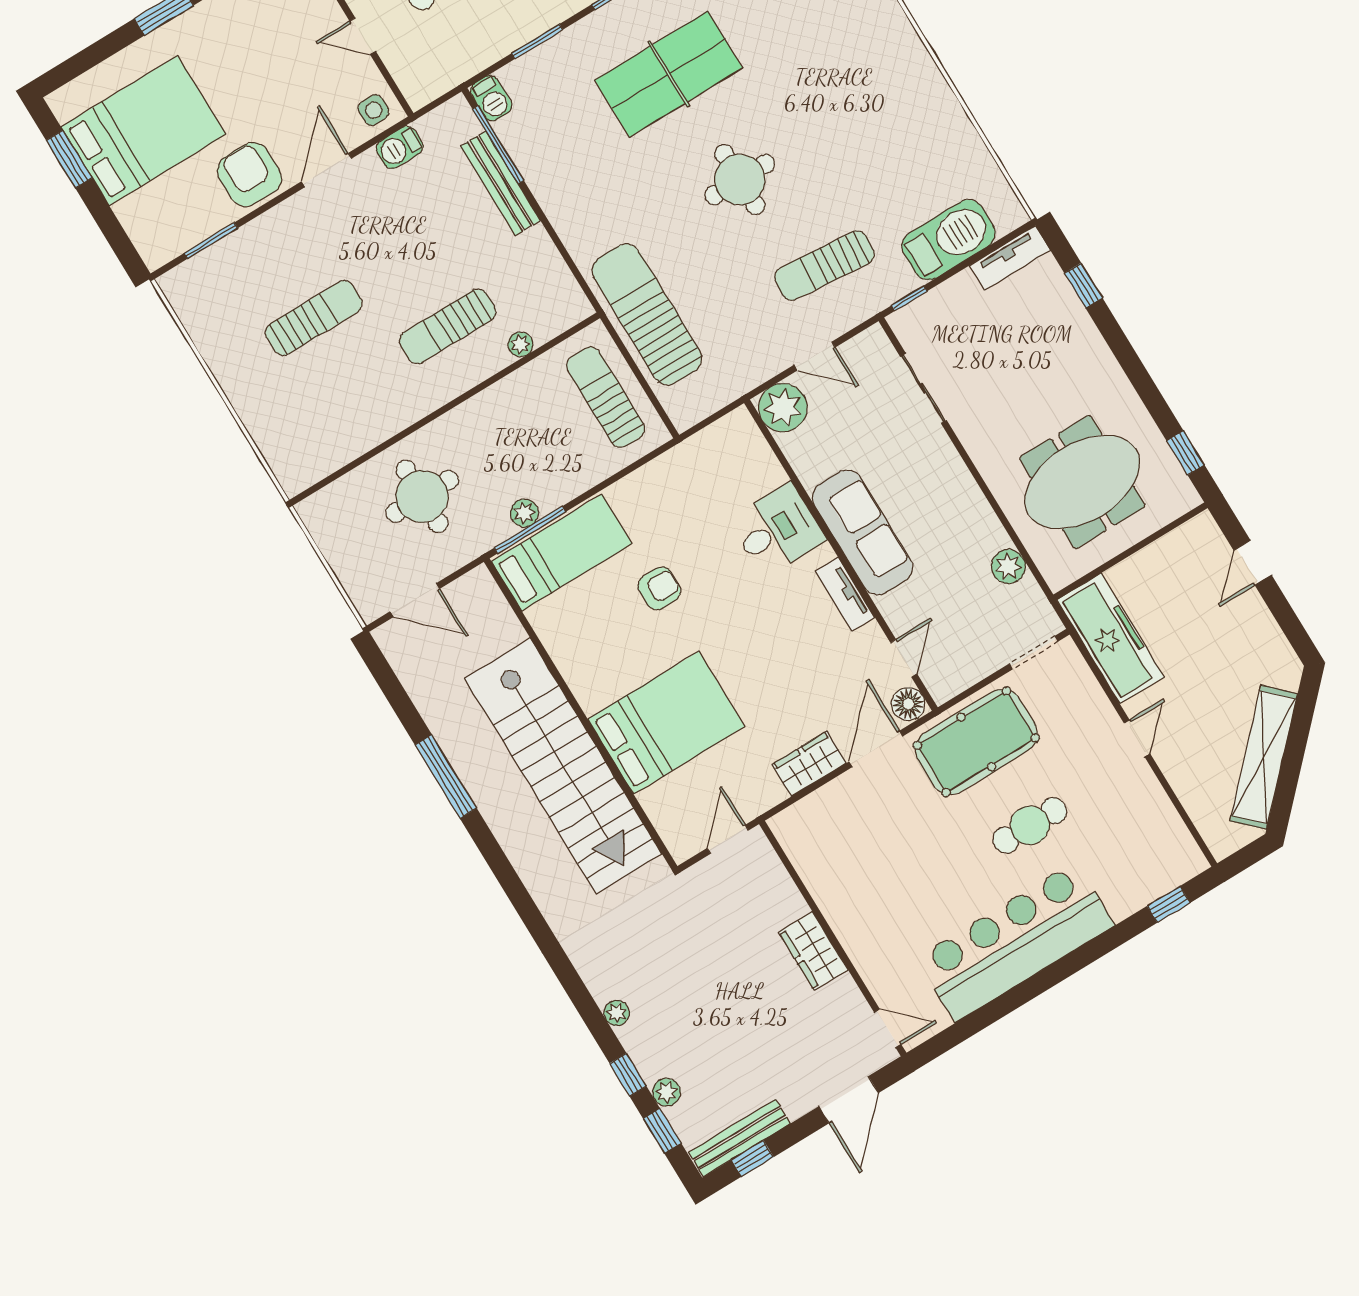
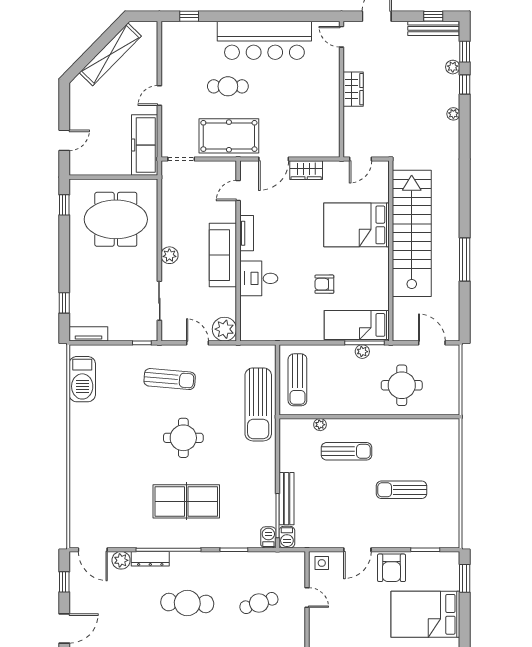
barbecue: (400, 147) -> (287, 537), moved, turned 90
window: (69, 159) -> (465, 578), moved
barbecue: (949, 240) -> (82, 379), moved, turned -90
plant: (1008, 566) -> (169, 255), moved
floor lamp: (908, 704) -> (248, 170), removed

